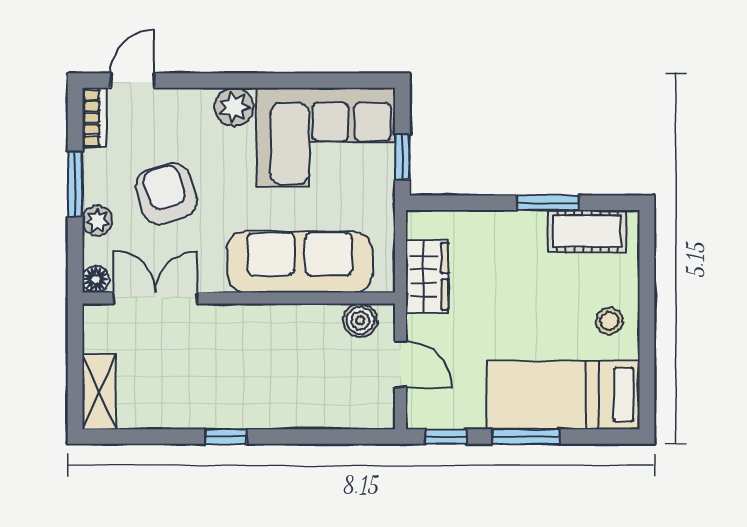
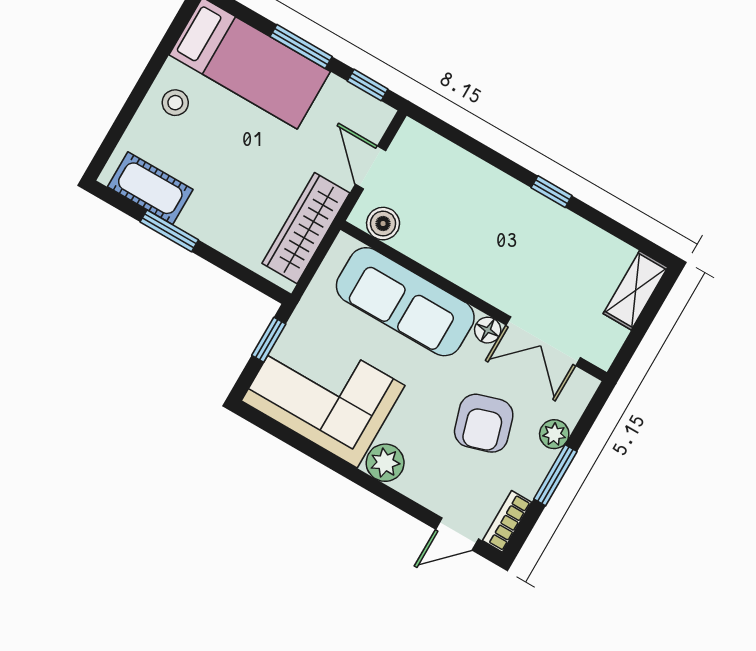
wardrobe: (427, 276) -> (306, 228), width x1.50
floor lamp: (96, 279) -> (488, 330), moved

